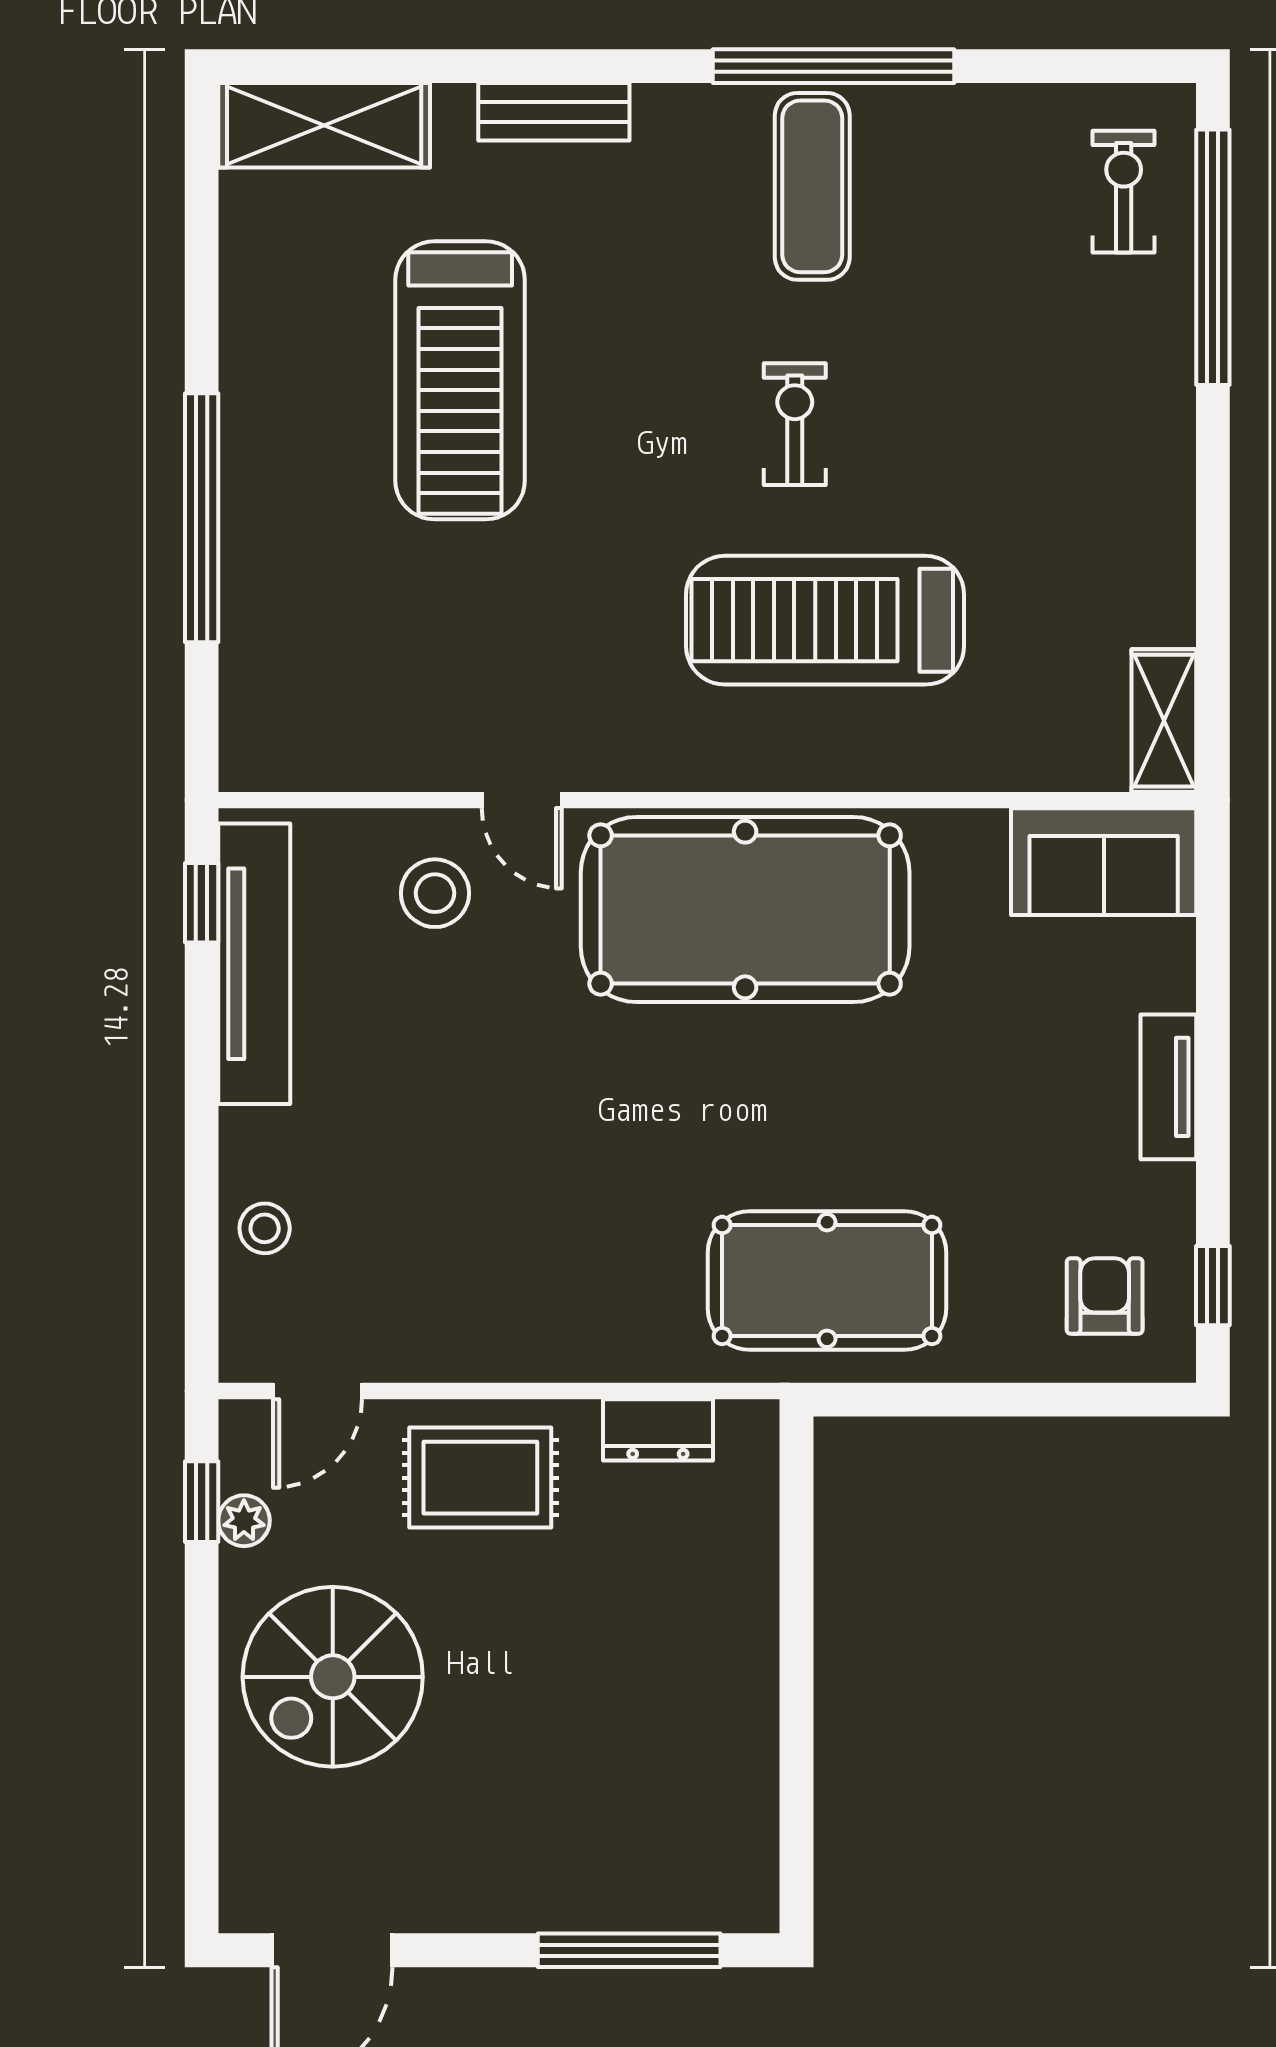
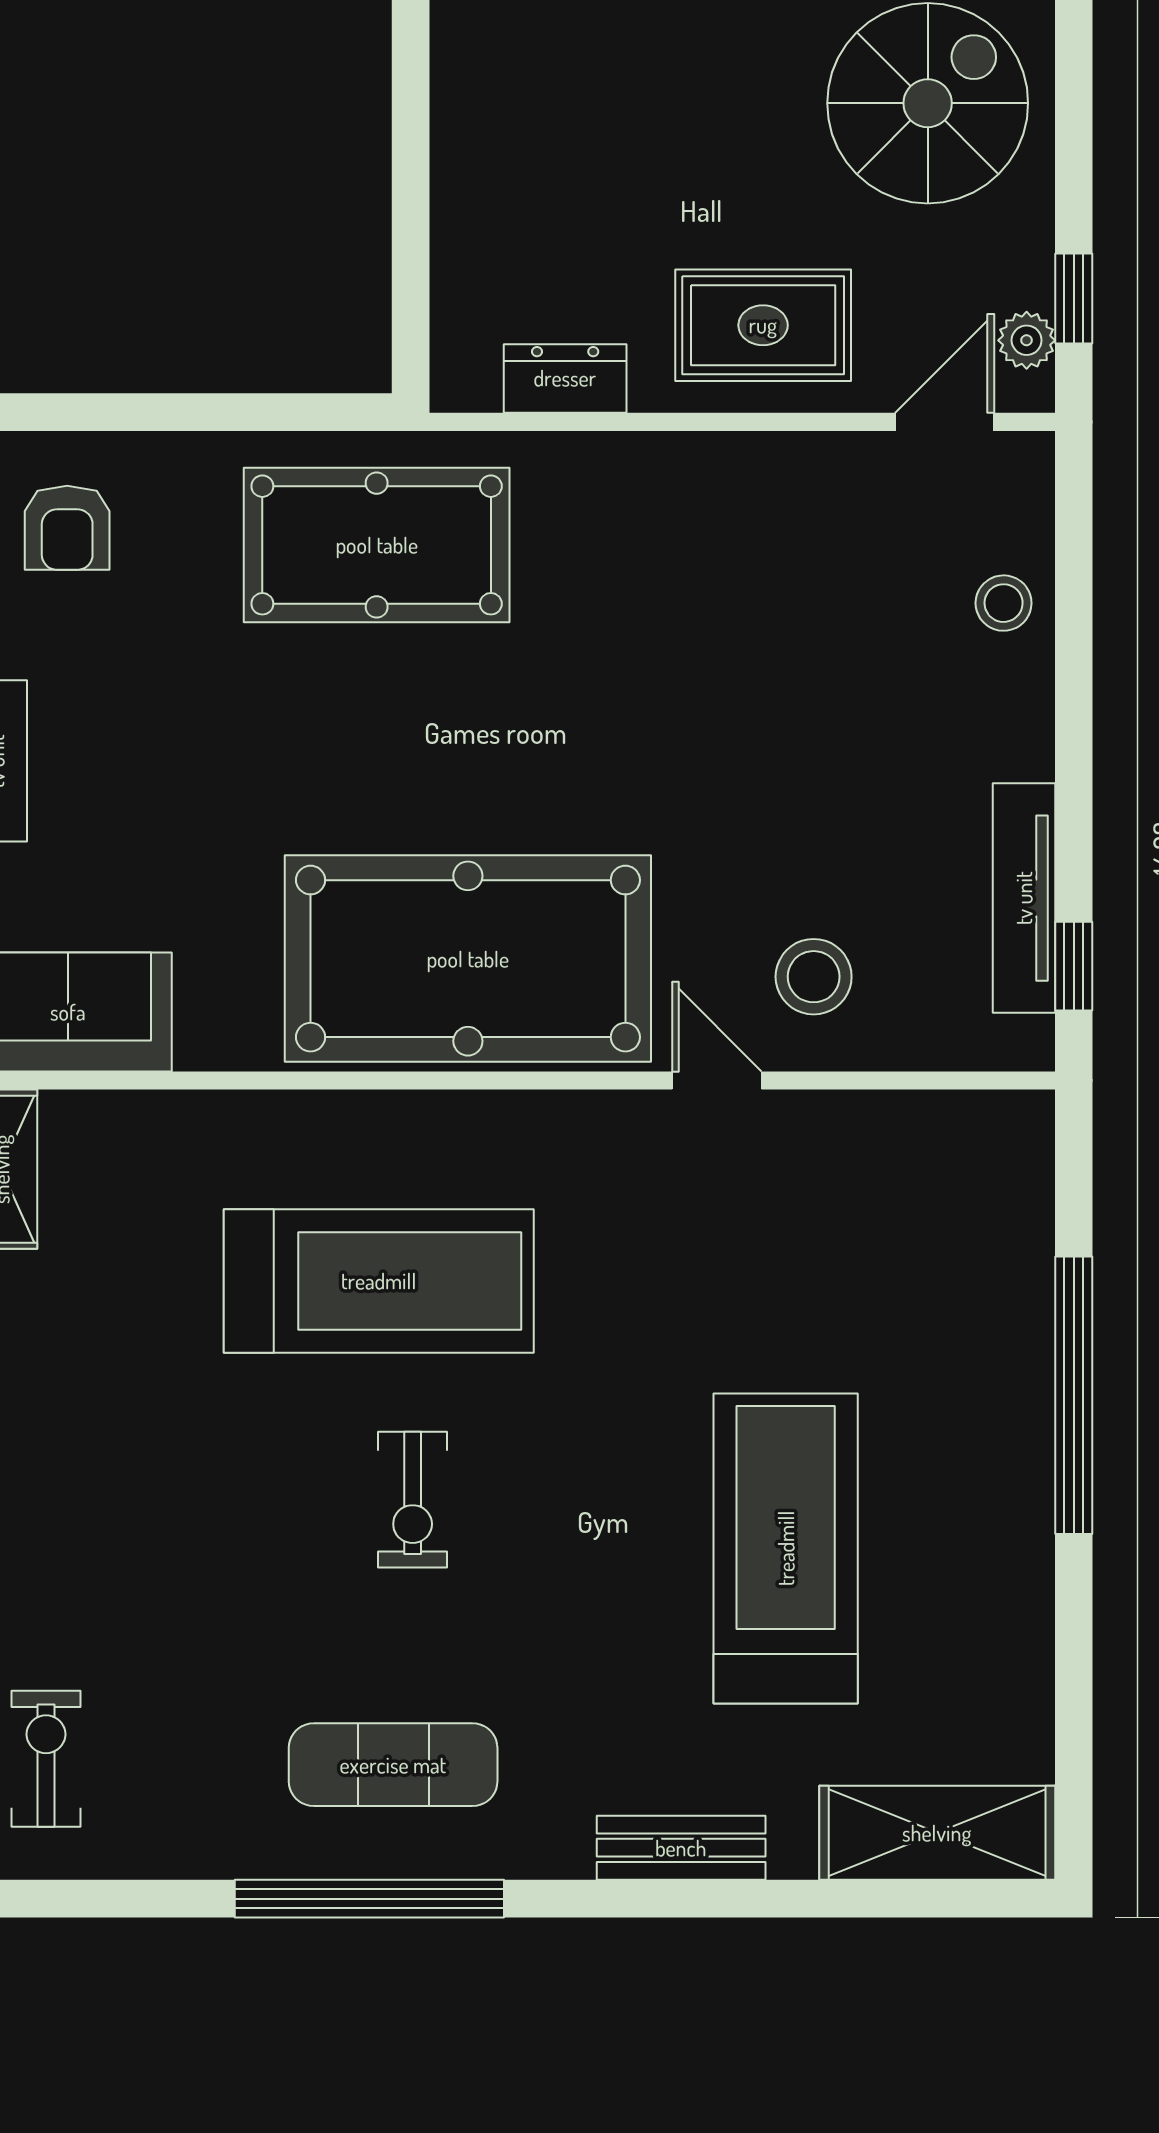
exercise mat: (812, 186) -> (393, 1765), turned 90
exercise bike: (1124, 192) -> (46, 1759), turned 180
tv unit: (254, 964) -> (1024, 898), width x0.73, depth x0.78
plant: (244, 1521) -> (1027, 340), moved

